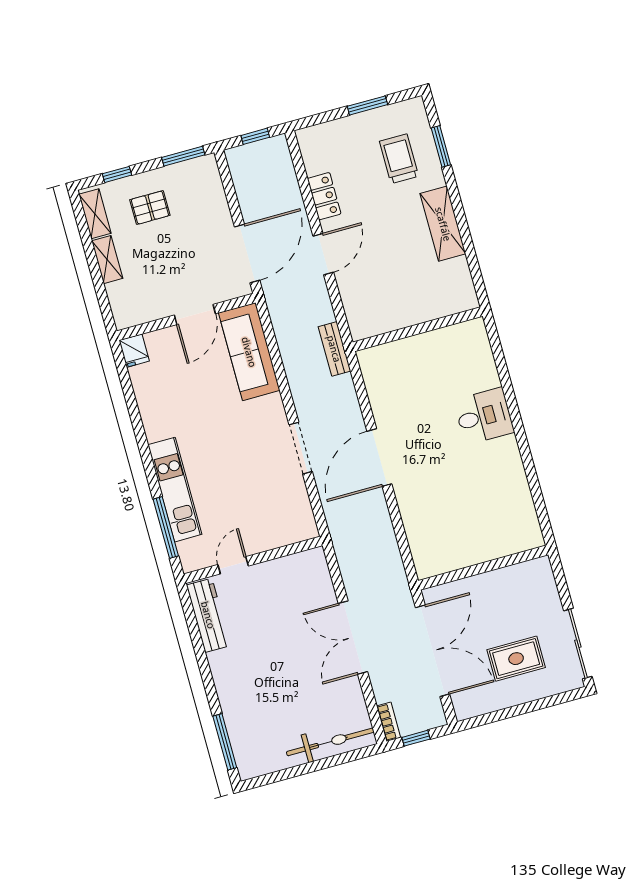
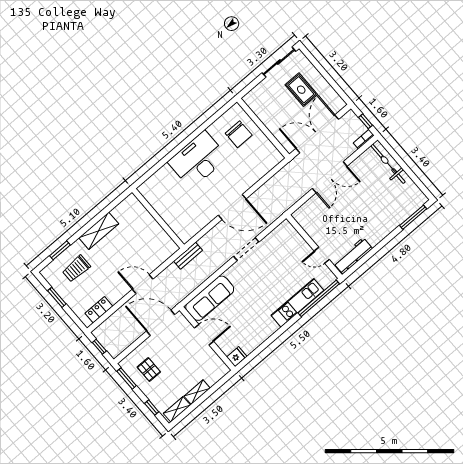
locker: (324, 196) -> (99, 310), moved
pallet: (150, 208) -> (149, 369), moved
desk: (484, 416) -> (198, 160), width x1.87, depth x1.30
chair: (492, 524) -> (239, 134), added
window: (166, 527) -> (319, 298), width x1.46

